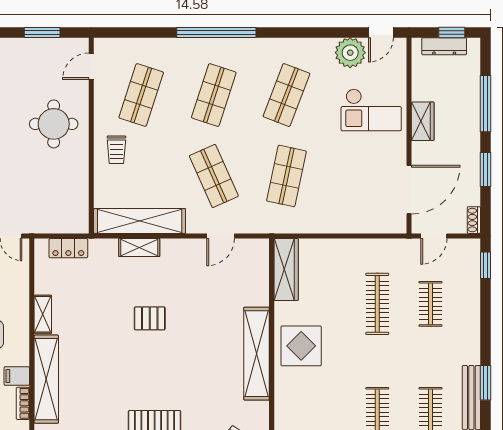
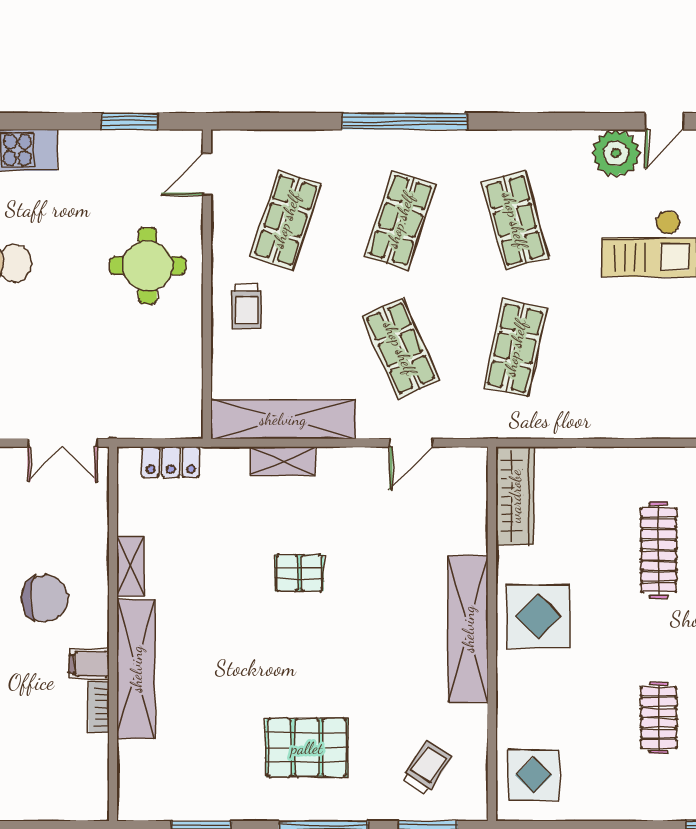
shop shelf: (286, 95) -> (515, 220), turned -36

